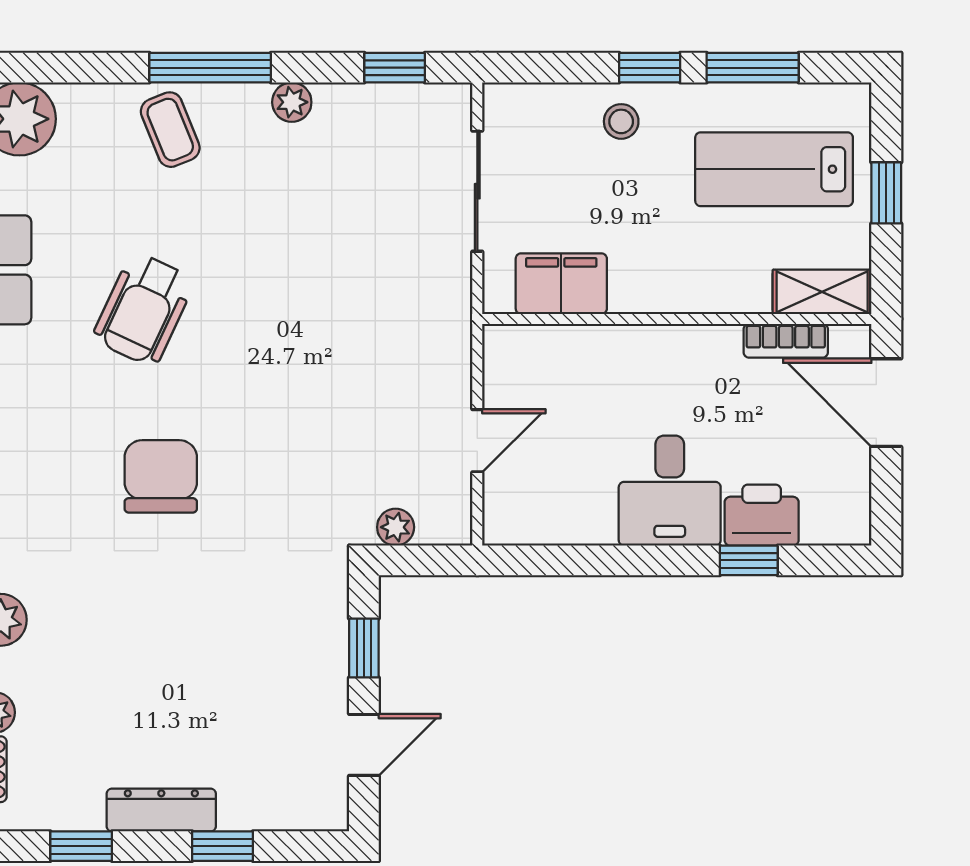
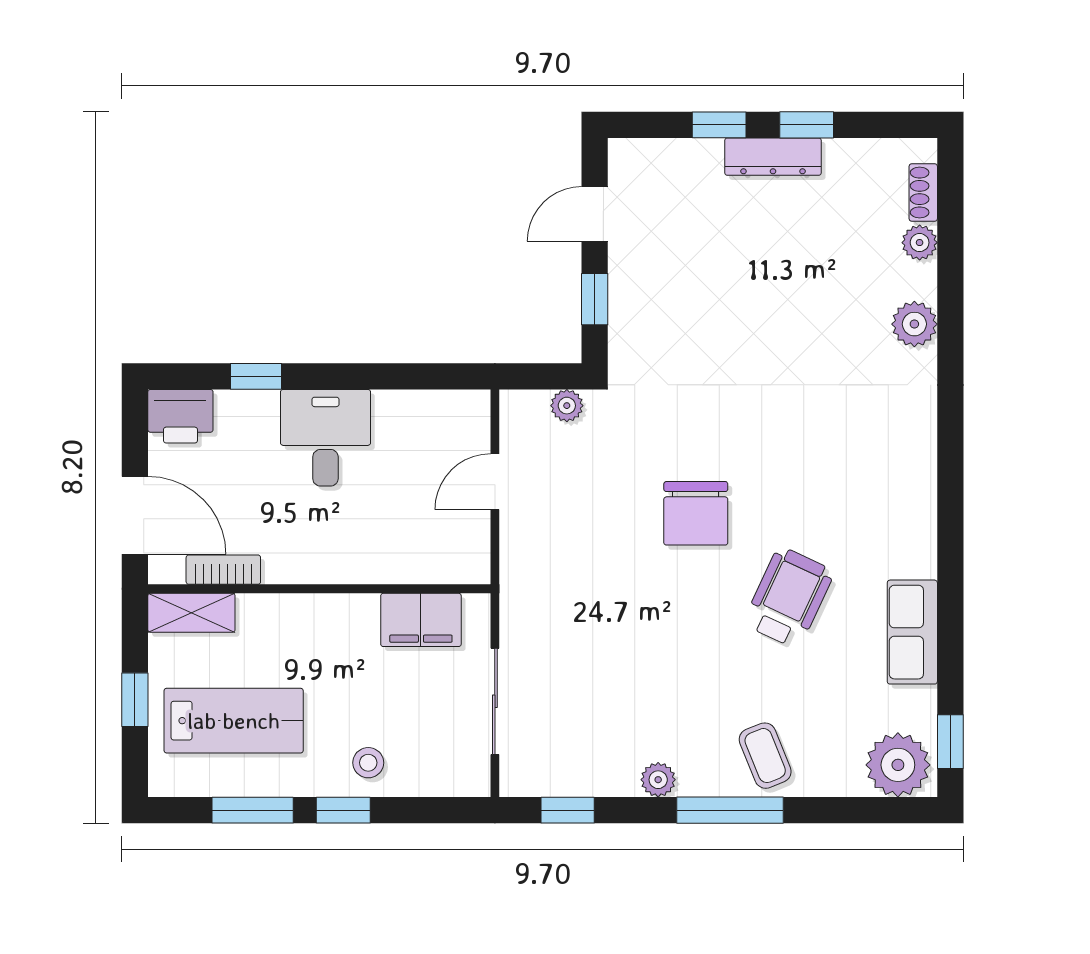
chair: (161, 476) -> (696, 513), moved
printer: (762, 515) -> (180, 416), moved
window: (81, 846) -> (807, 125), moved

